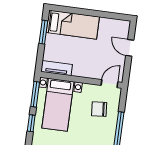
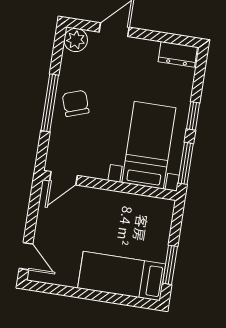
door: (130, 48) -> (26, 256), moved
tv unit: (57, 68) -> (150, 206), removed
chair: (99, 109) -> (76, 103), moved, turned -104

